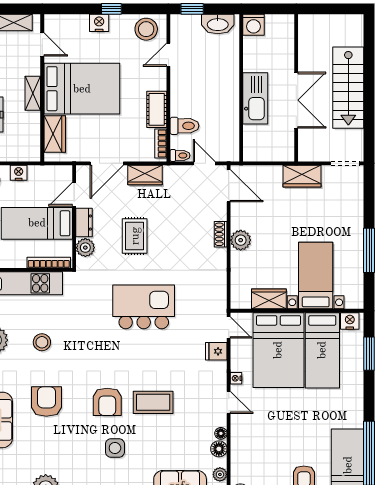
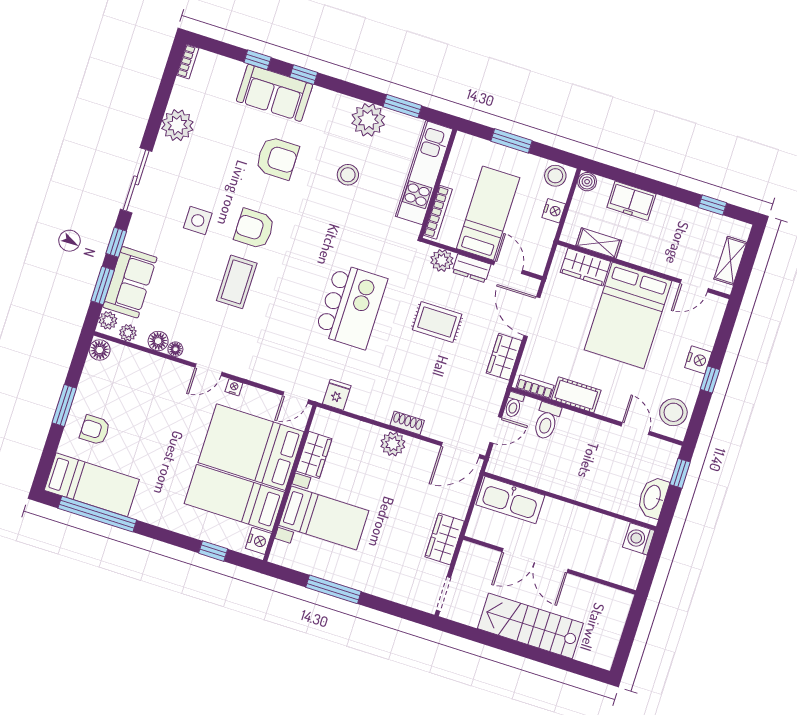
shelving: (33, 93) -> (599, 243), moved
kitchen sink: (255, 98) -> (510, 500), moved
fridge: (216, 351) -> (337, 395), moved
window: (369, 354) -> (213, 551), width x0.67

